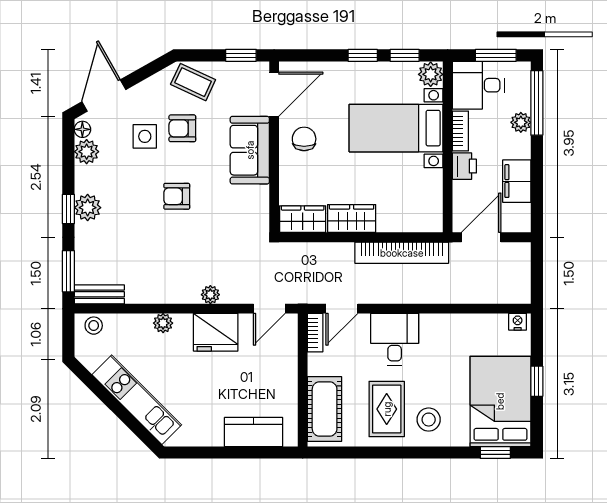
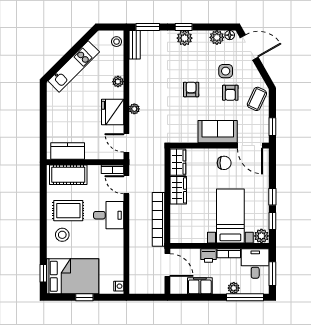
armchair: (182, 128) -> (230, 93), turned 180
kitchen counter: (254, 432) -> (68, 151), moved, turned -90

